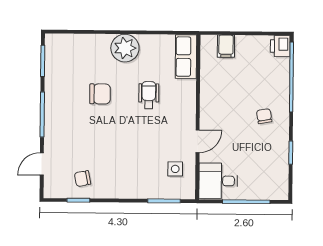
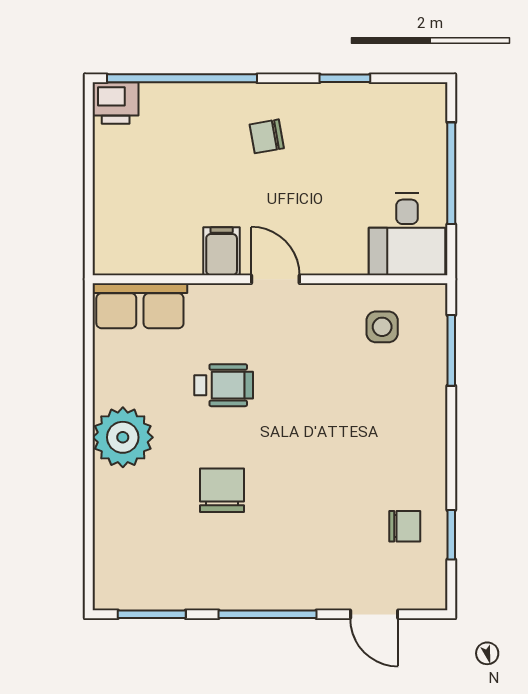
filing cabinet: (226, 46) -> (222, 251), moved, turned -90
wheelchair: (149, 95) -> (224, 385), turned 180
door: (198, 141) -> (275, 279), moved
chair: (83, 179) -> (405, 526), turned -79

